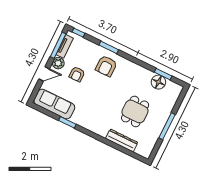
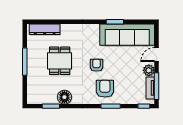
armchair: (77, 74) -> (97, 65), moved
floor lamp: (158, 82) -> (64, 97), moved
sofa: (54, 104) -> (127, 35), width x1.36, depth x1.27
dresser: (122, 140) -> (45, 29), moved

